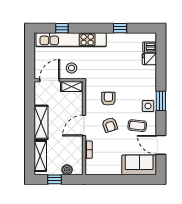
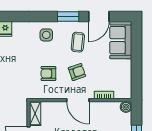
stool: (71, 68) -> (15, 114), removed
window: (161, 101) -> (68, 16), moved
side table: (148, 106) -> (46, 35), moved
boiler: (67, 170) -> (126, 107), moved

